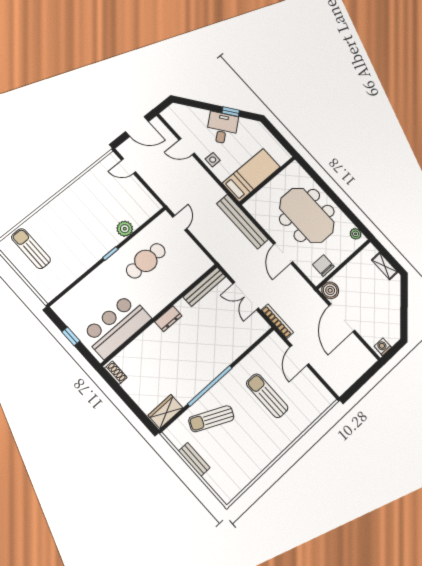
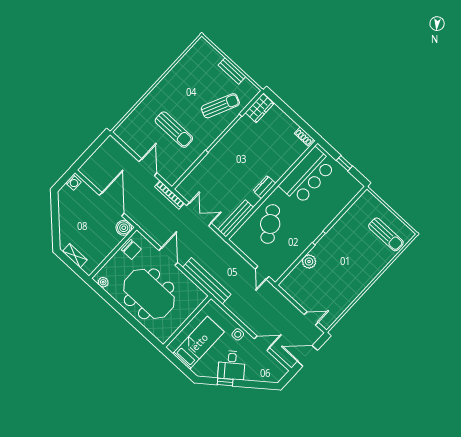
bed: (251, 175) -> (199, 343), moved, turned 180
cafe table: (146, 261) -> (270, 224), moved, turned -32

